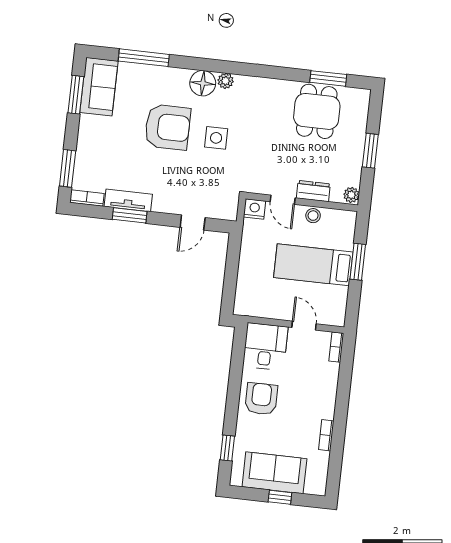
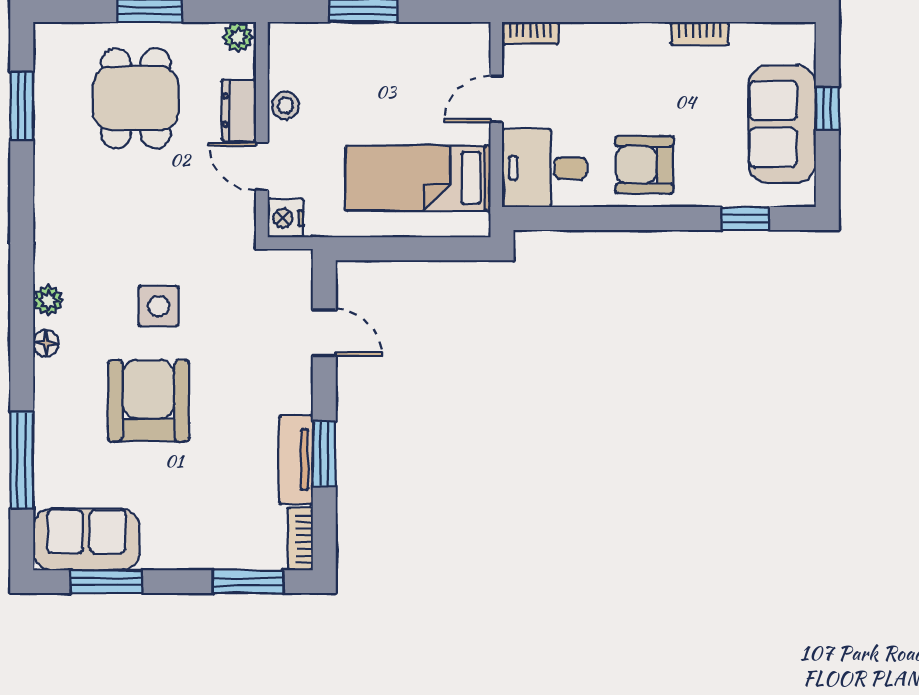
floor lamp: (203, 83) -> (46, 343), width x0.53, depth x0.53
dining table: (317, 111) -> (136, 98), moved, turned 90
door: (283, 200) -> (262, 166), swing flipped
bed: (313, 265) -> (418, 178), moved, turned 90

